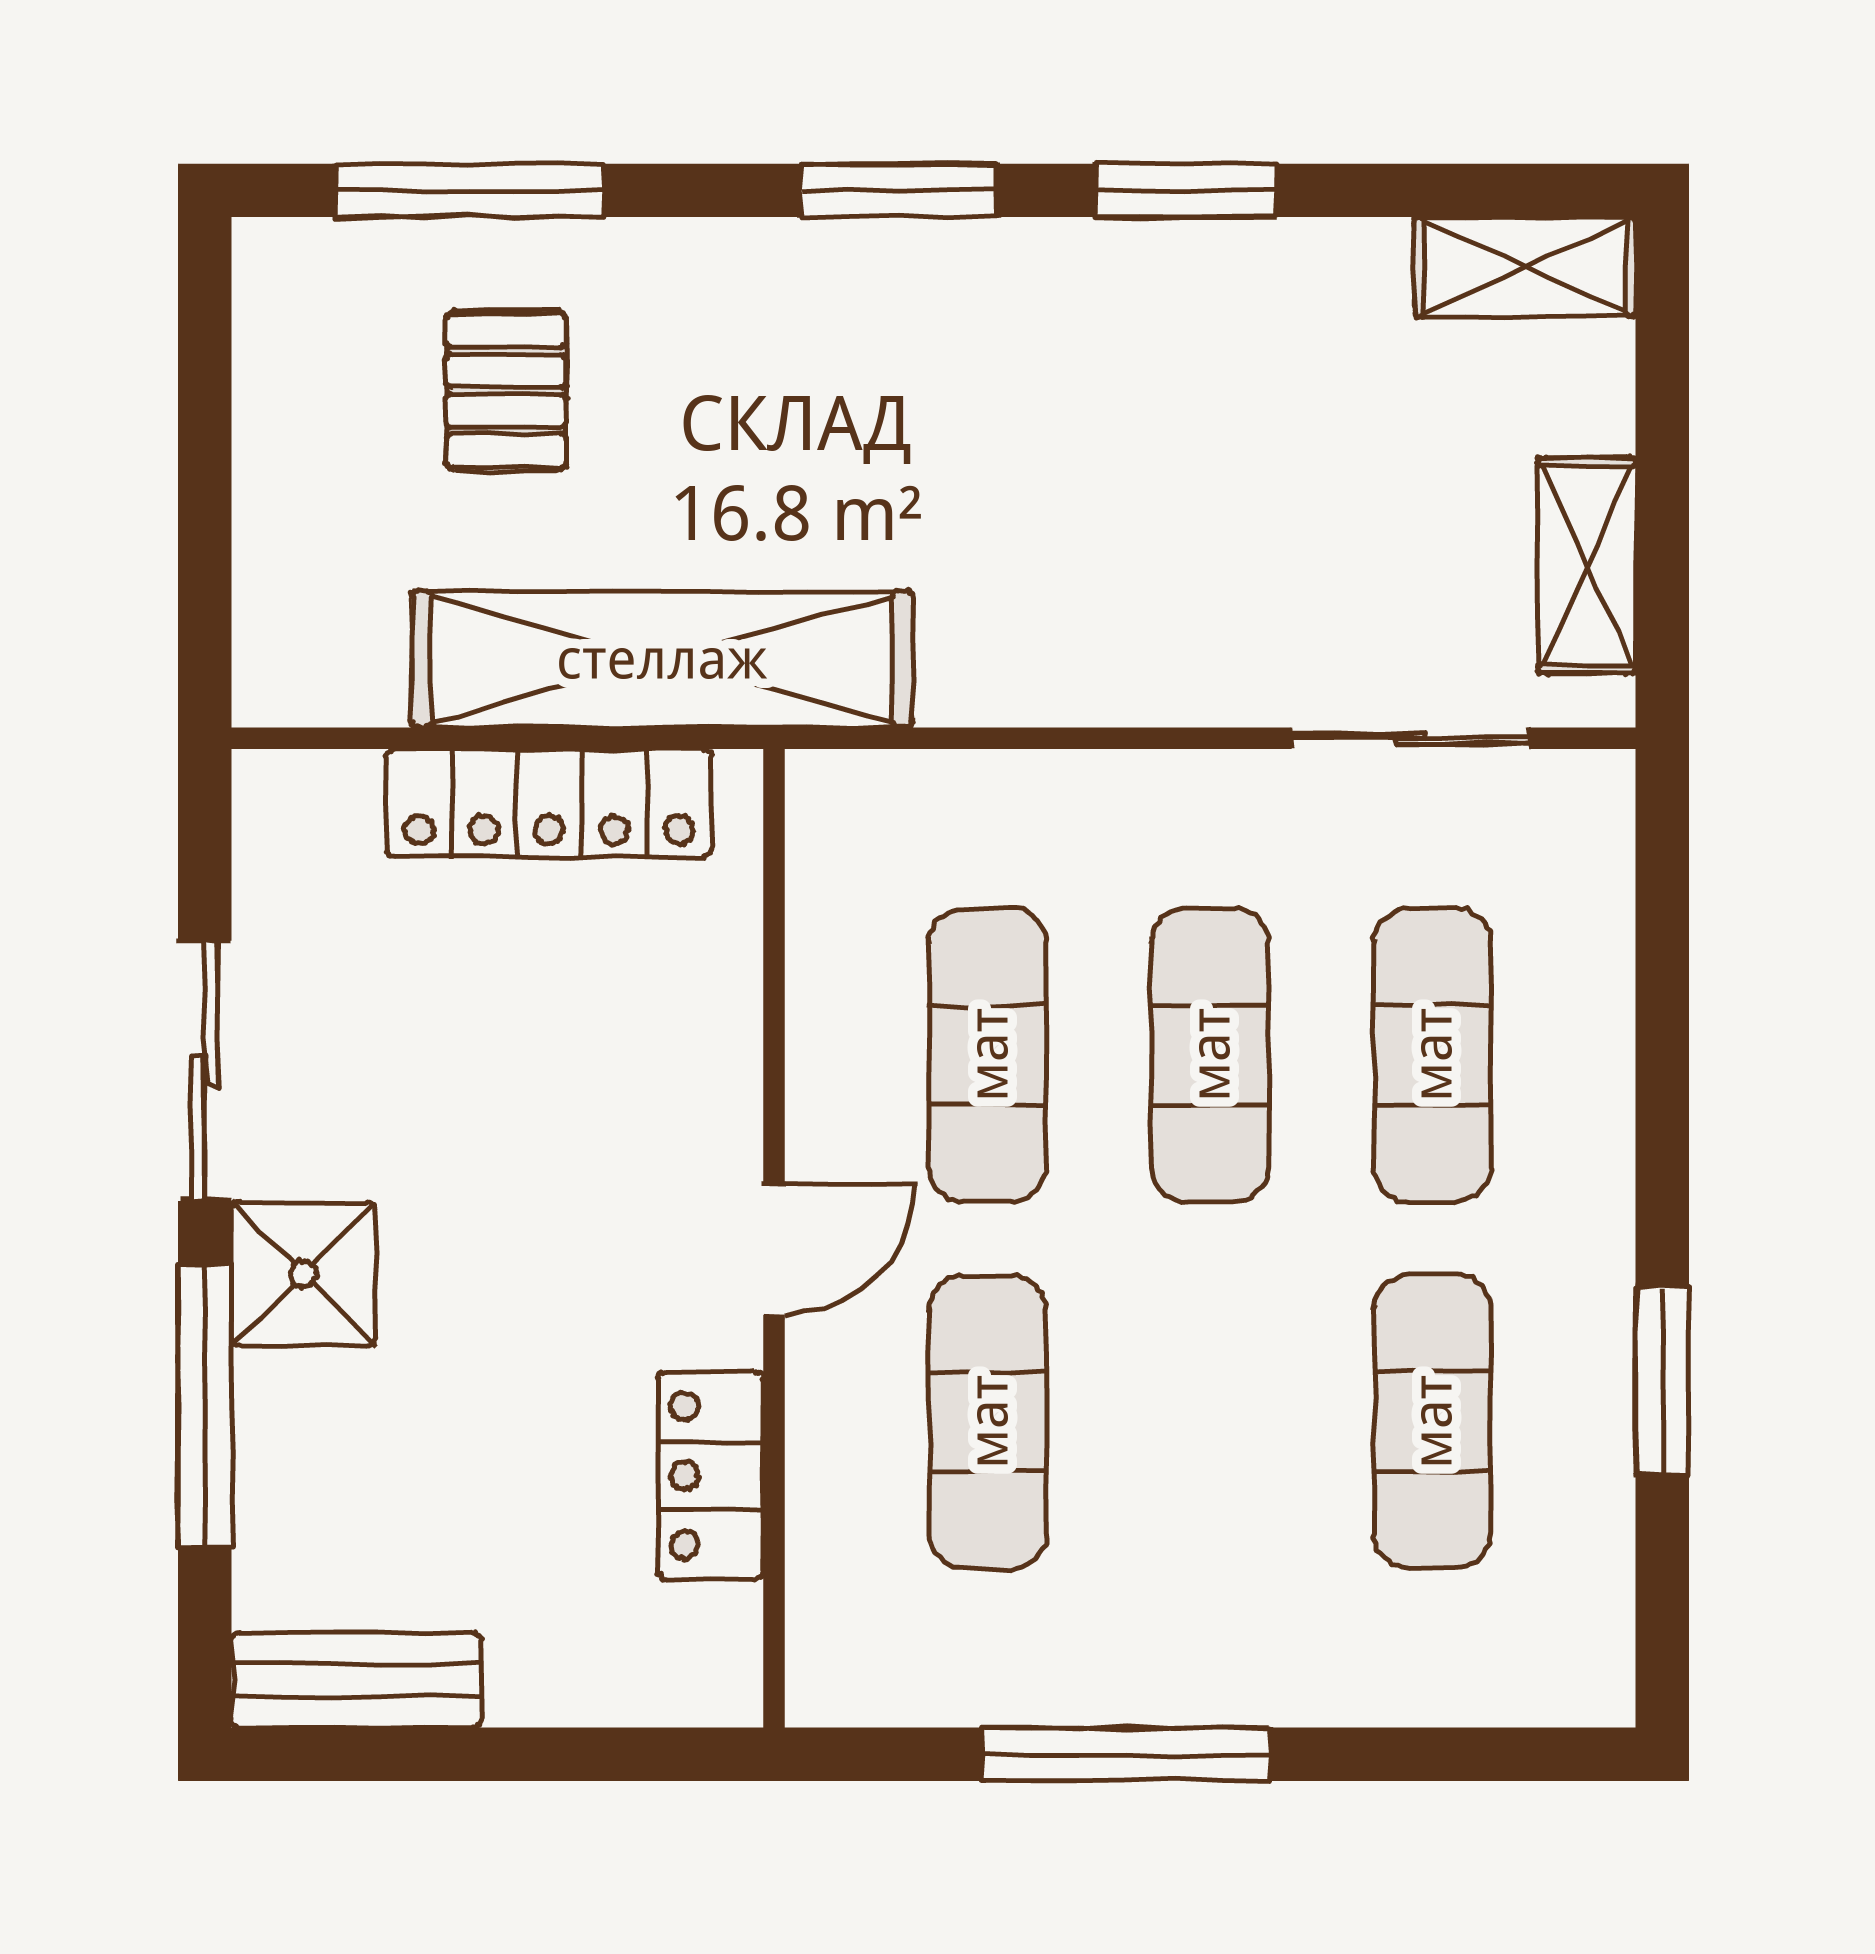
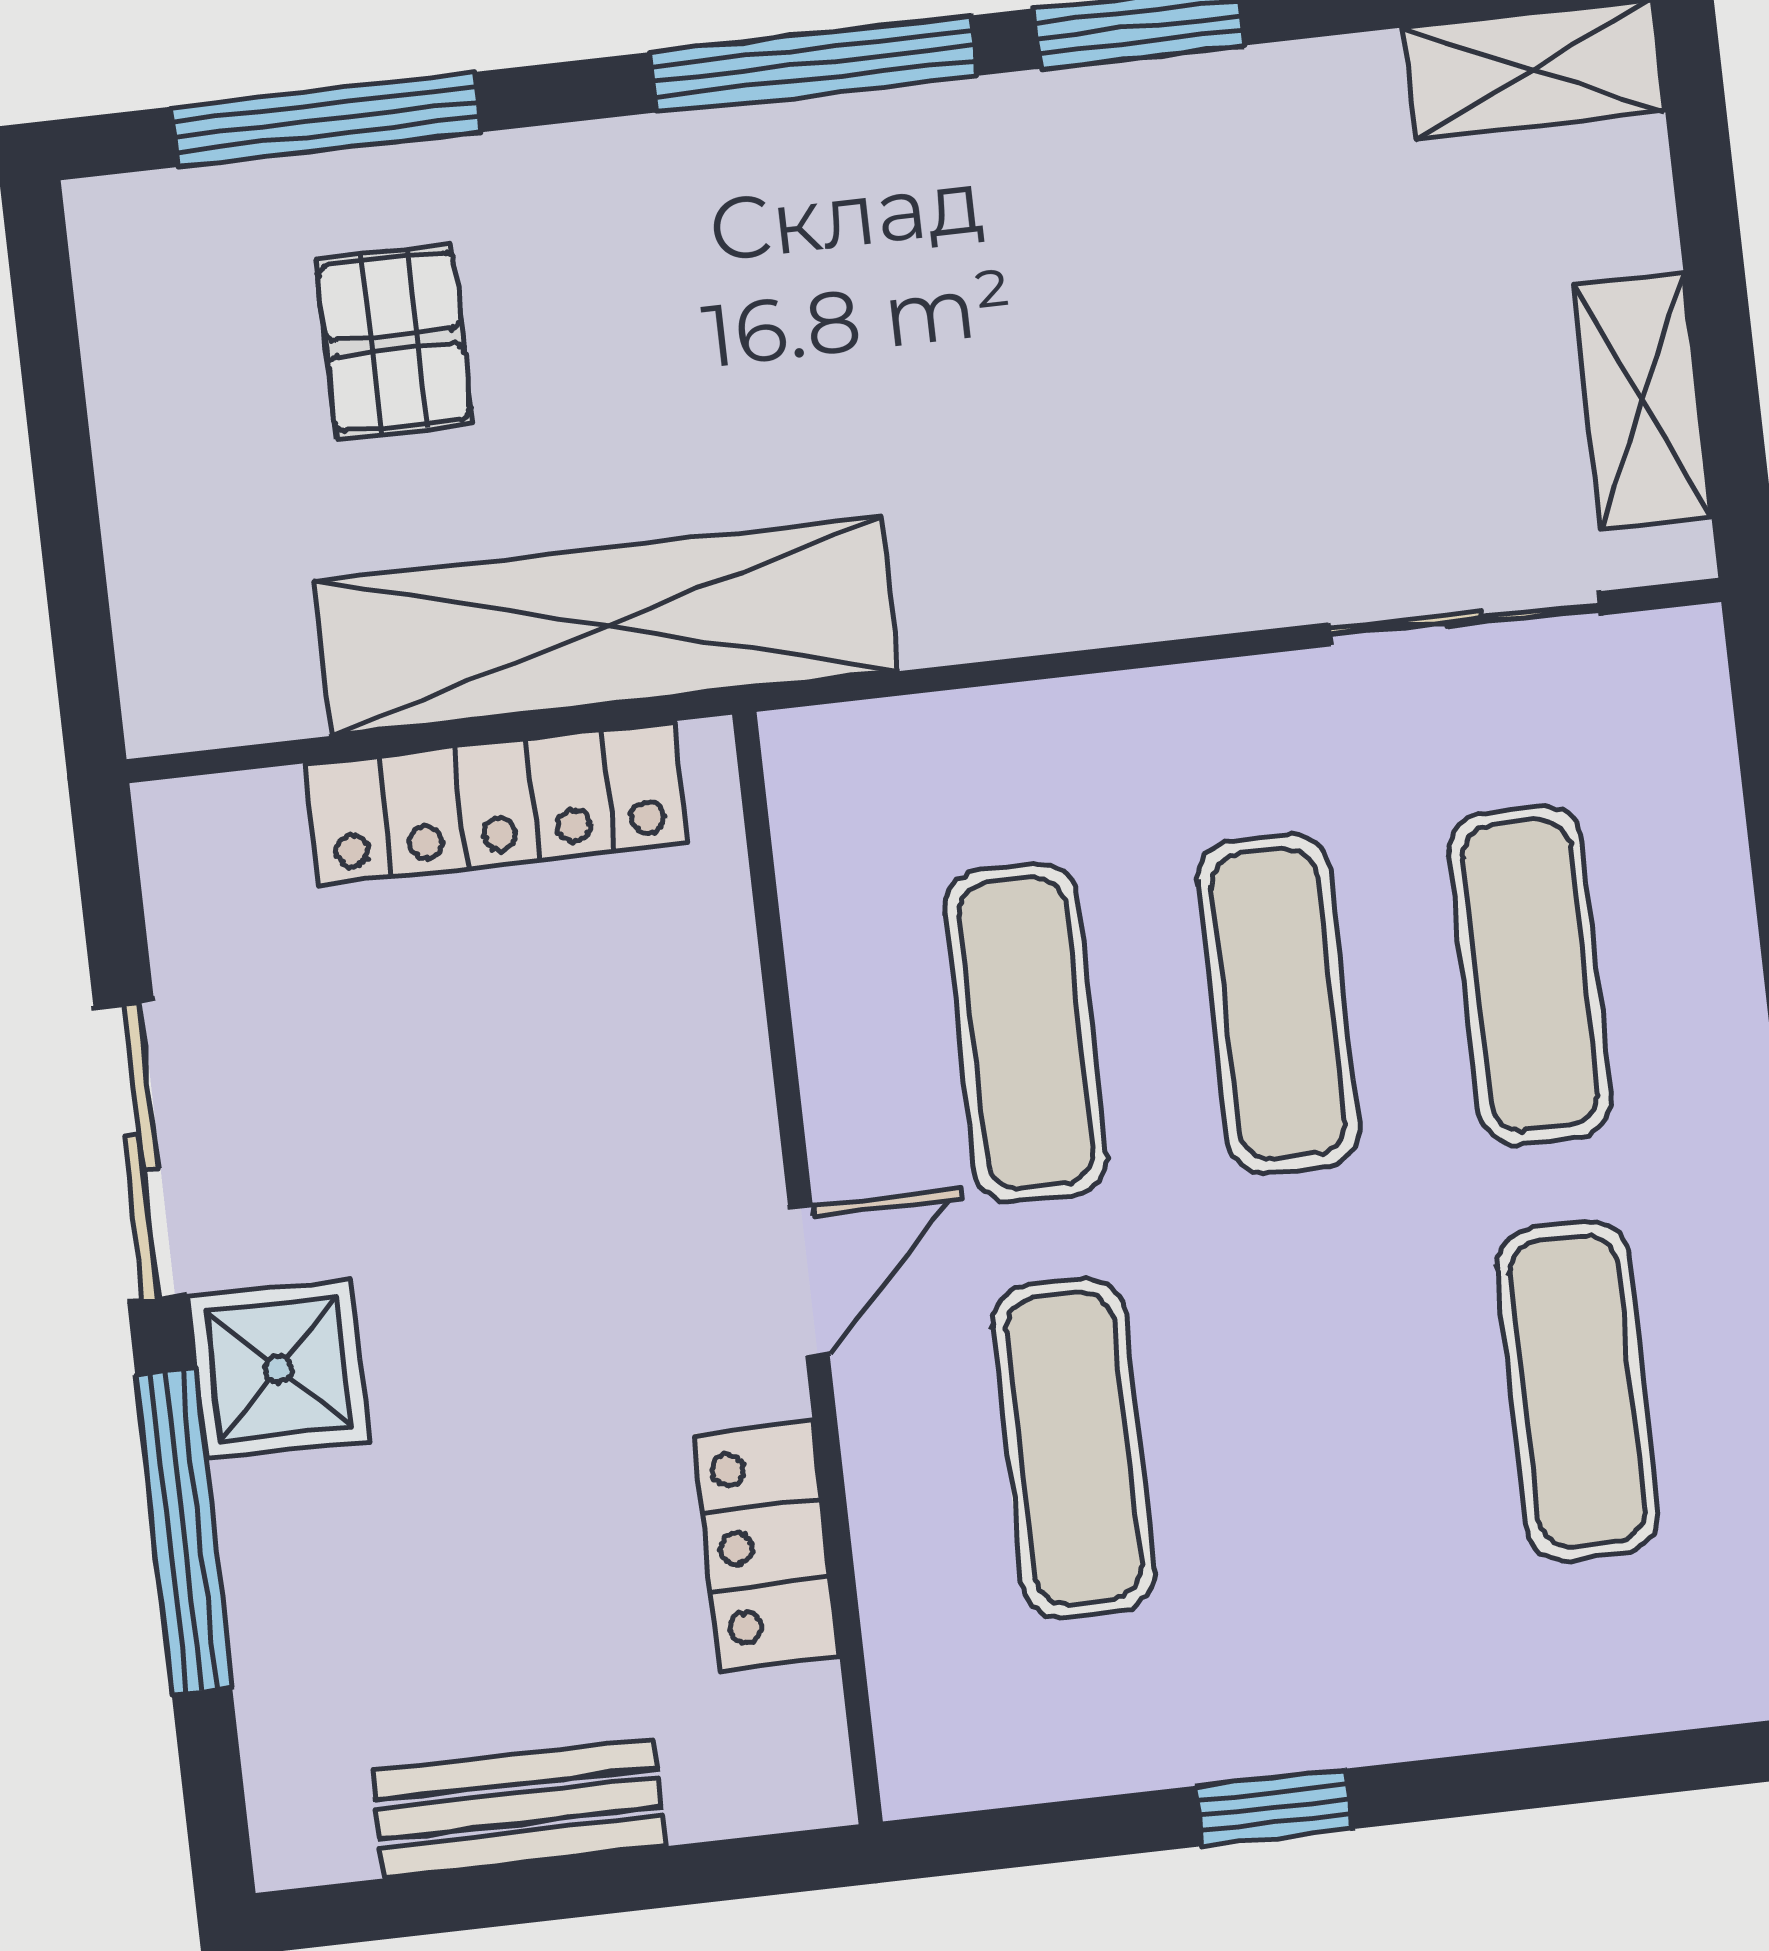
window: (899, 190) -> (813, 64), width x1.44
bench: (356, 1680) -> (519, 1808), moved
window: (1127, 1754) -> (1274, 1807), width x0.46

